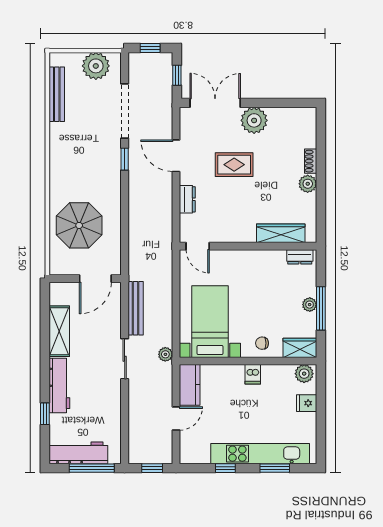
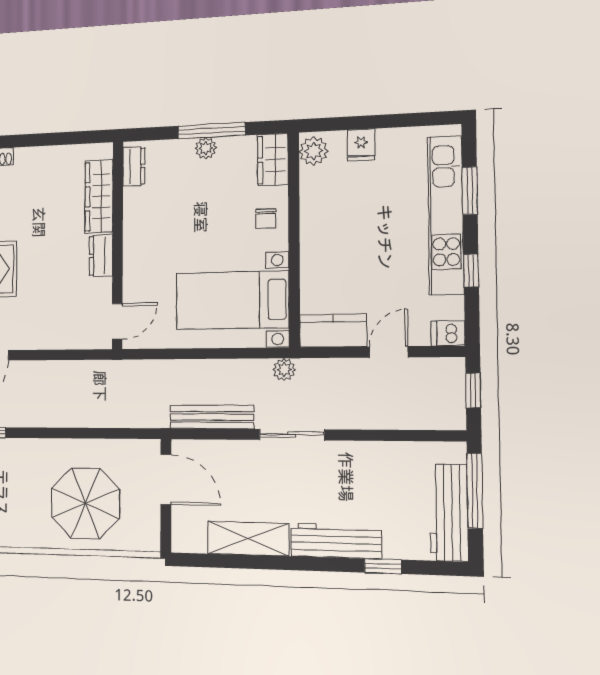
plant: (308, 184) -> (28, 160), removed
dresser: (187, 199) -> (101, 256), moved, turned -90
dishwasher: (253, 374) -> (448, 333), moved, turned 180
door: (176, 419) -> (389, 352), hinge flipped

